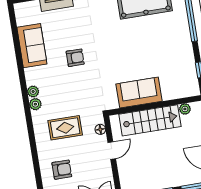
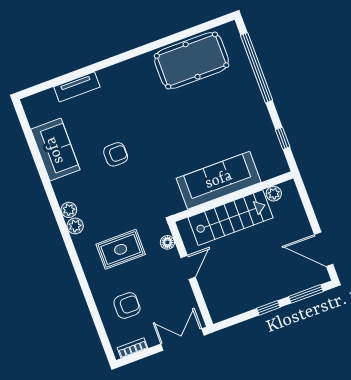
sofa: (139, 93) -> (219, 180), width x1.36

